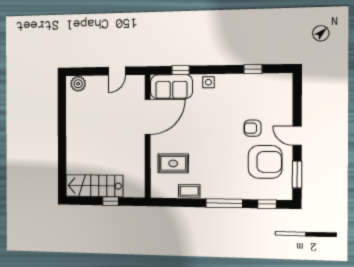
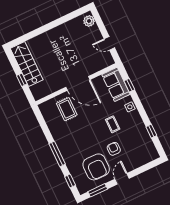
door: (148, 117) -> (78, 83), moved
coffee table: (189, 191) -> (113, 124), moved

